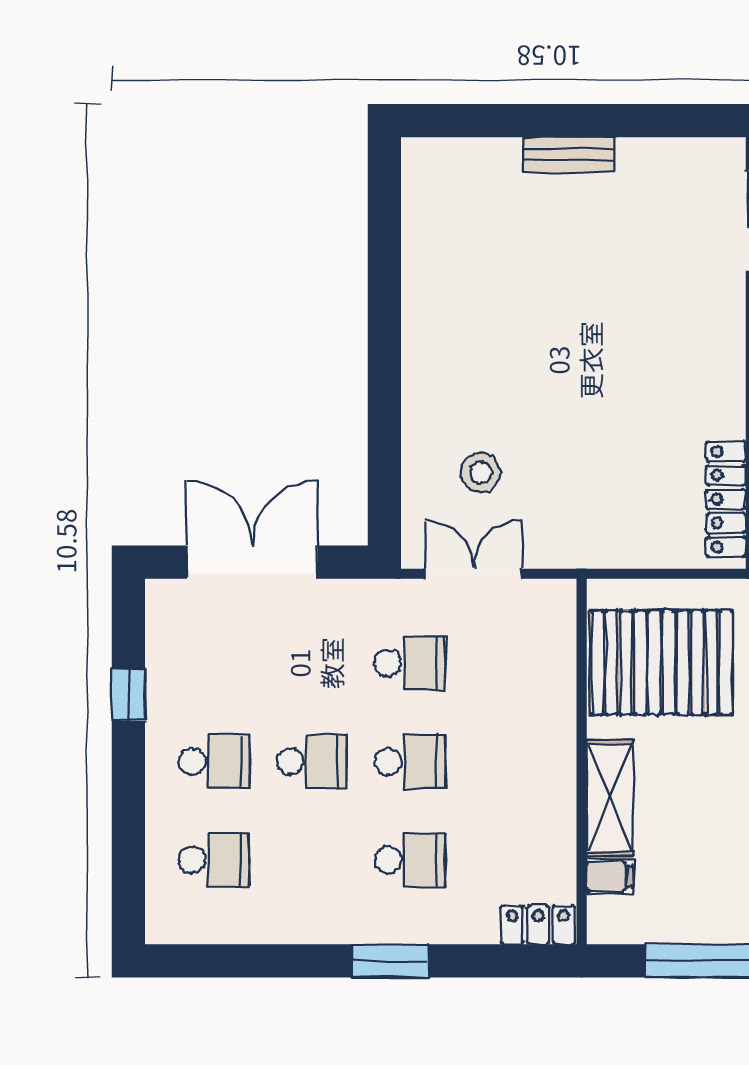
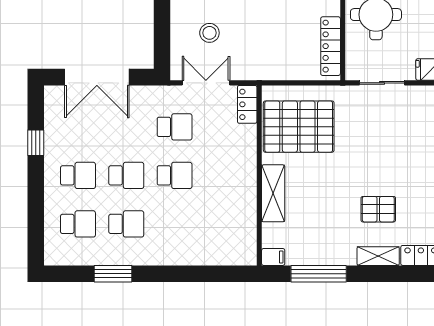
double door: (252, 562) -> (97, 77), swing flipped
school desk: (410, 860) -> (126, 224), moved
filing cabinet: (610, 876) -> (273, 257), moved
locker: (538, 925) -> (247, 104), moved, turned -90
window: (390, 961) -> (113, 274), moved

